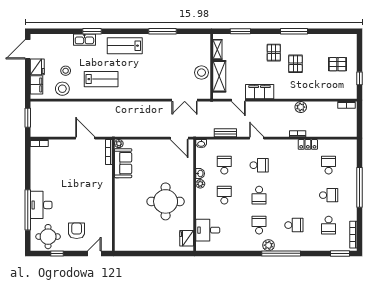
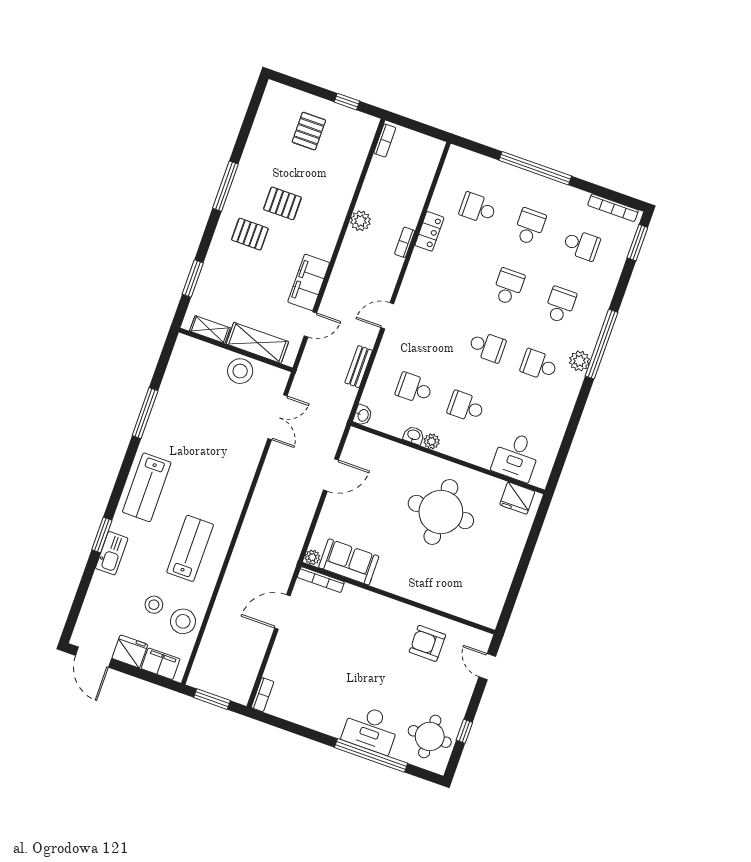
door: (179, 138) -> (331, 475), moved
school desk: (259, 165) -> (508, 287), moved
armchair: (77, 231) -> (427, 643), moved

